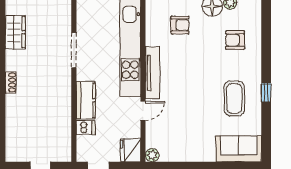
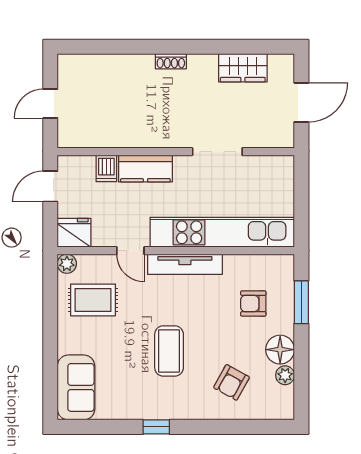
armchair: (180, 25) -> (253, 304), turned 90
armchair: (235, 40) -> (232, 382), turned -151
coffee table: (234, 98) -> (169, 351), moved, turned 90
rug: (178, 137) -> (93, 300), added

